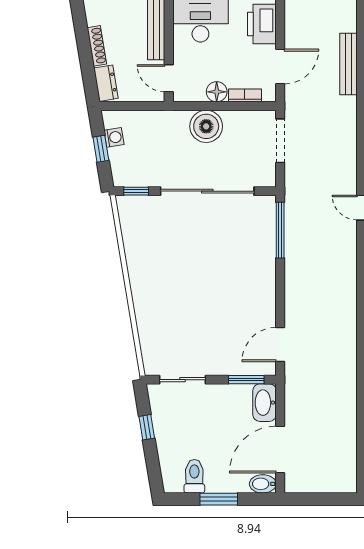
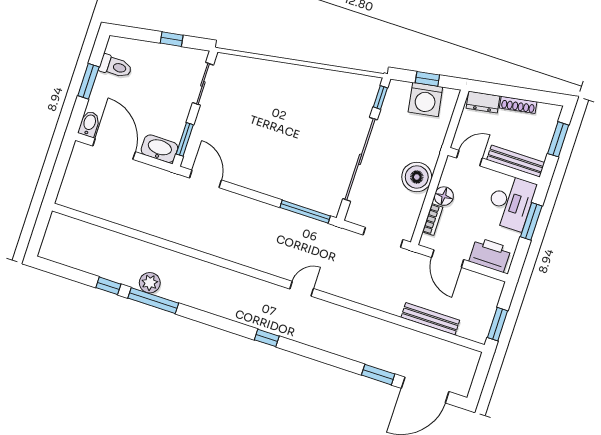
washing machine: (114, 137) -> (425, 100), width x1.89, depth x1.89

